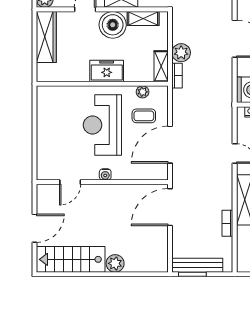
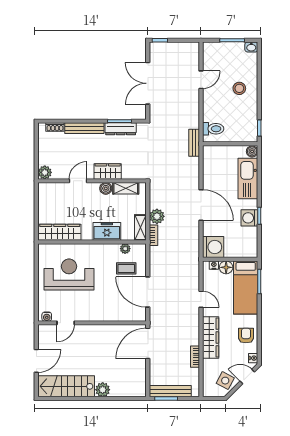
boiler: (113, 25) -> (106, 188), width x0.54, depth x0.54
wardrobe: (46, 37) -> (60, 232), moved, turned -90
freezer: (107, 71) -> (107, 231), moved
reception desk: (102, 125) -> (69, 275), moved, turned 90
door: (170, 145) -> (148, 292), hinge flipped
water cooler: (105, 174) -> (47, 317), moved

